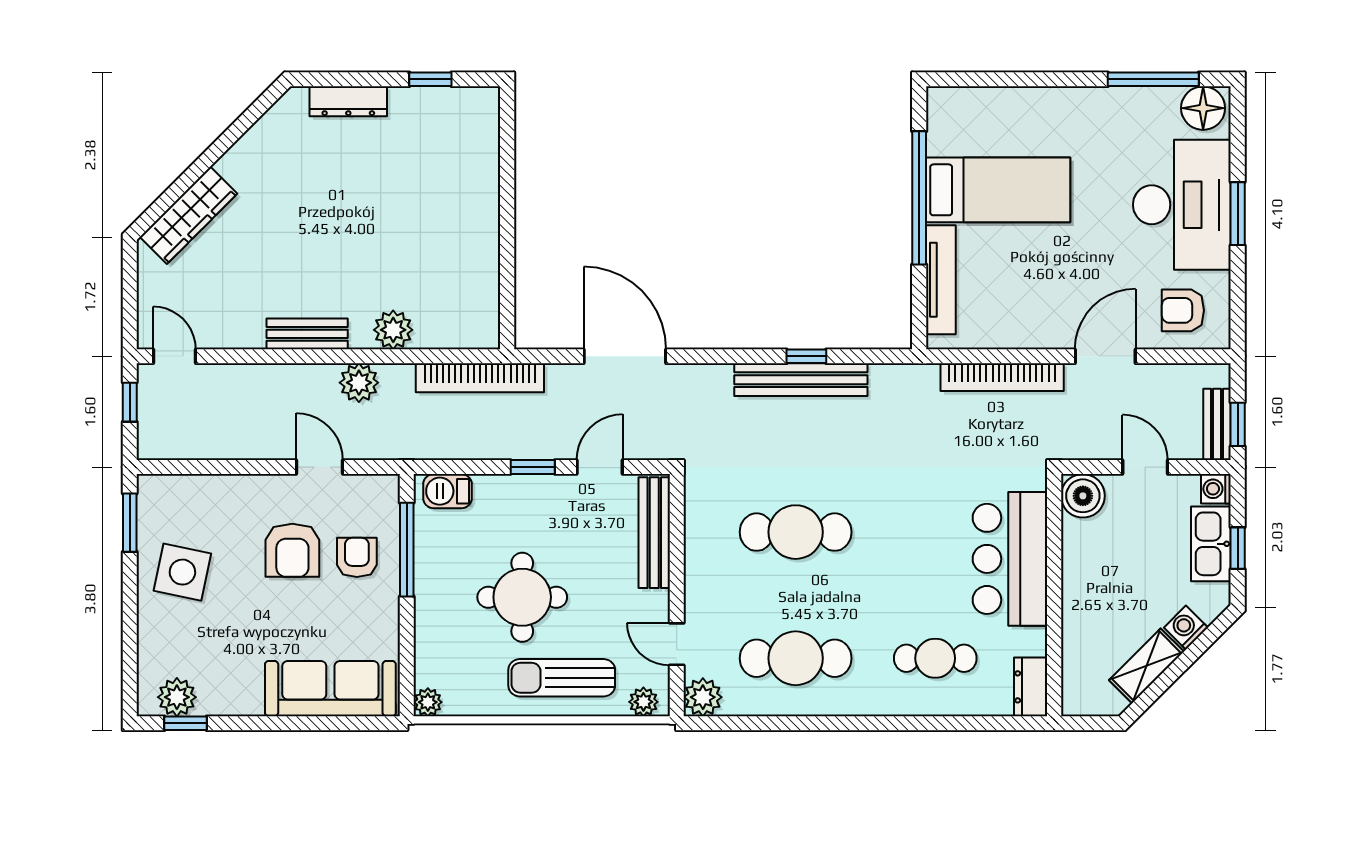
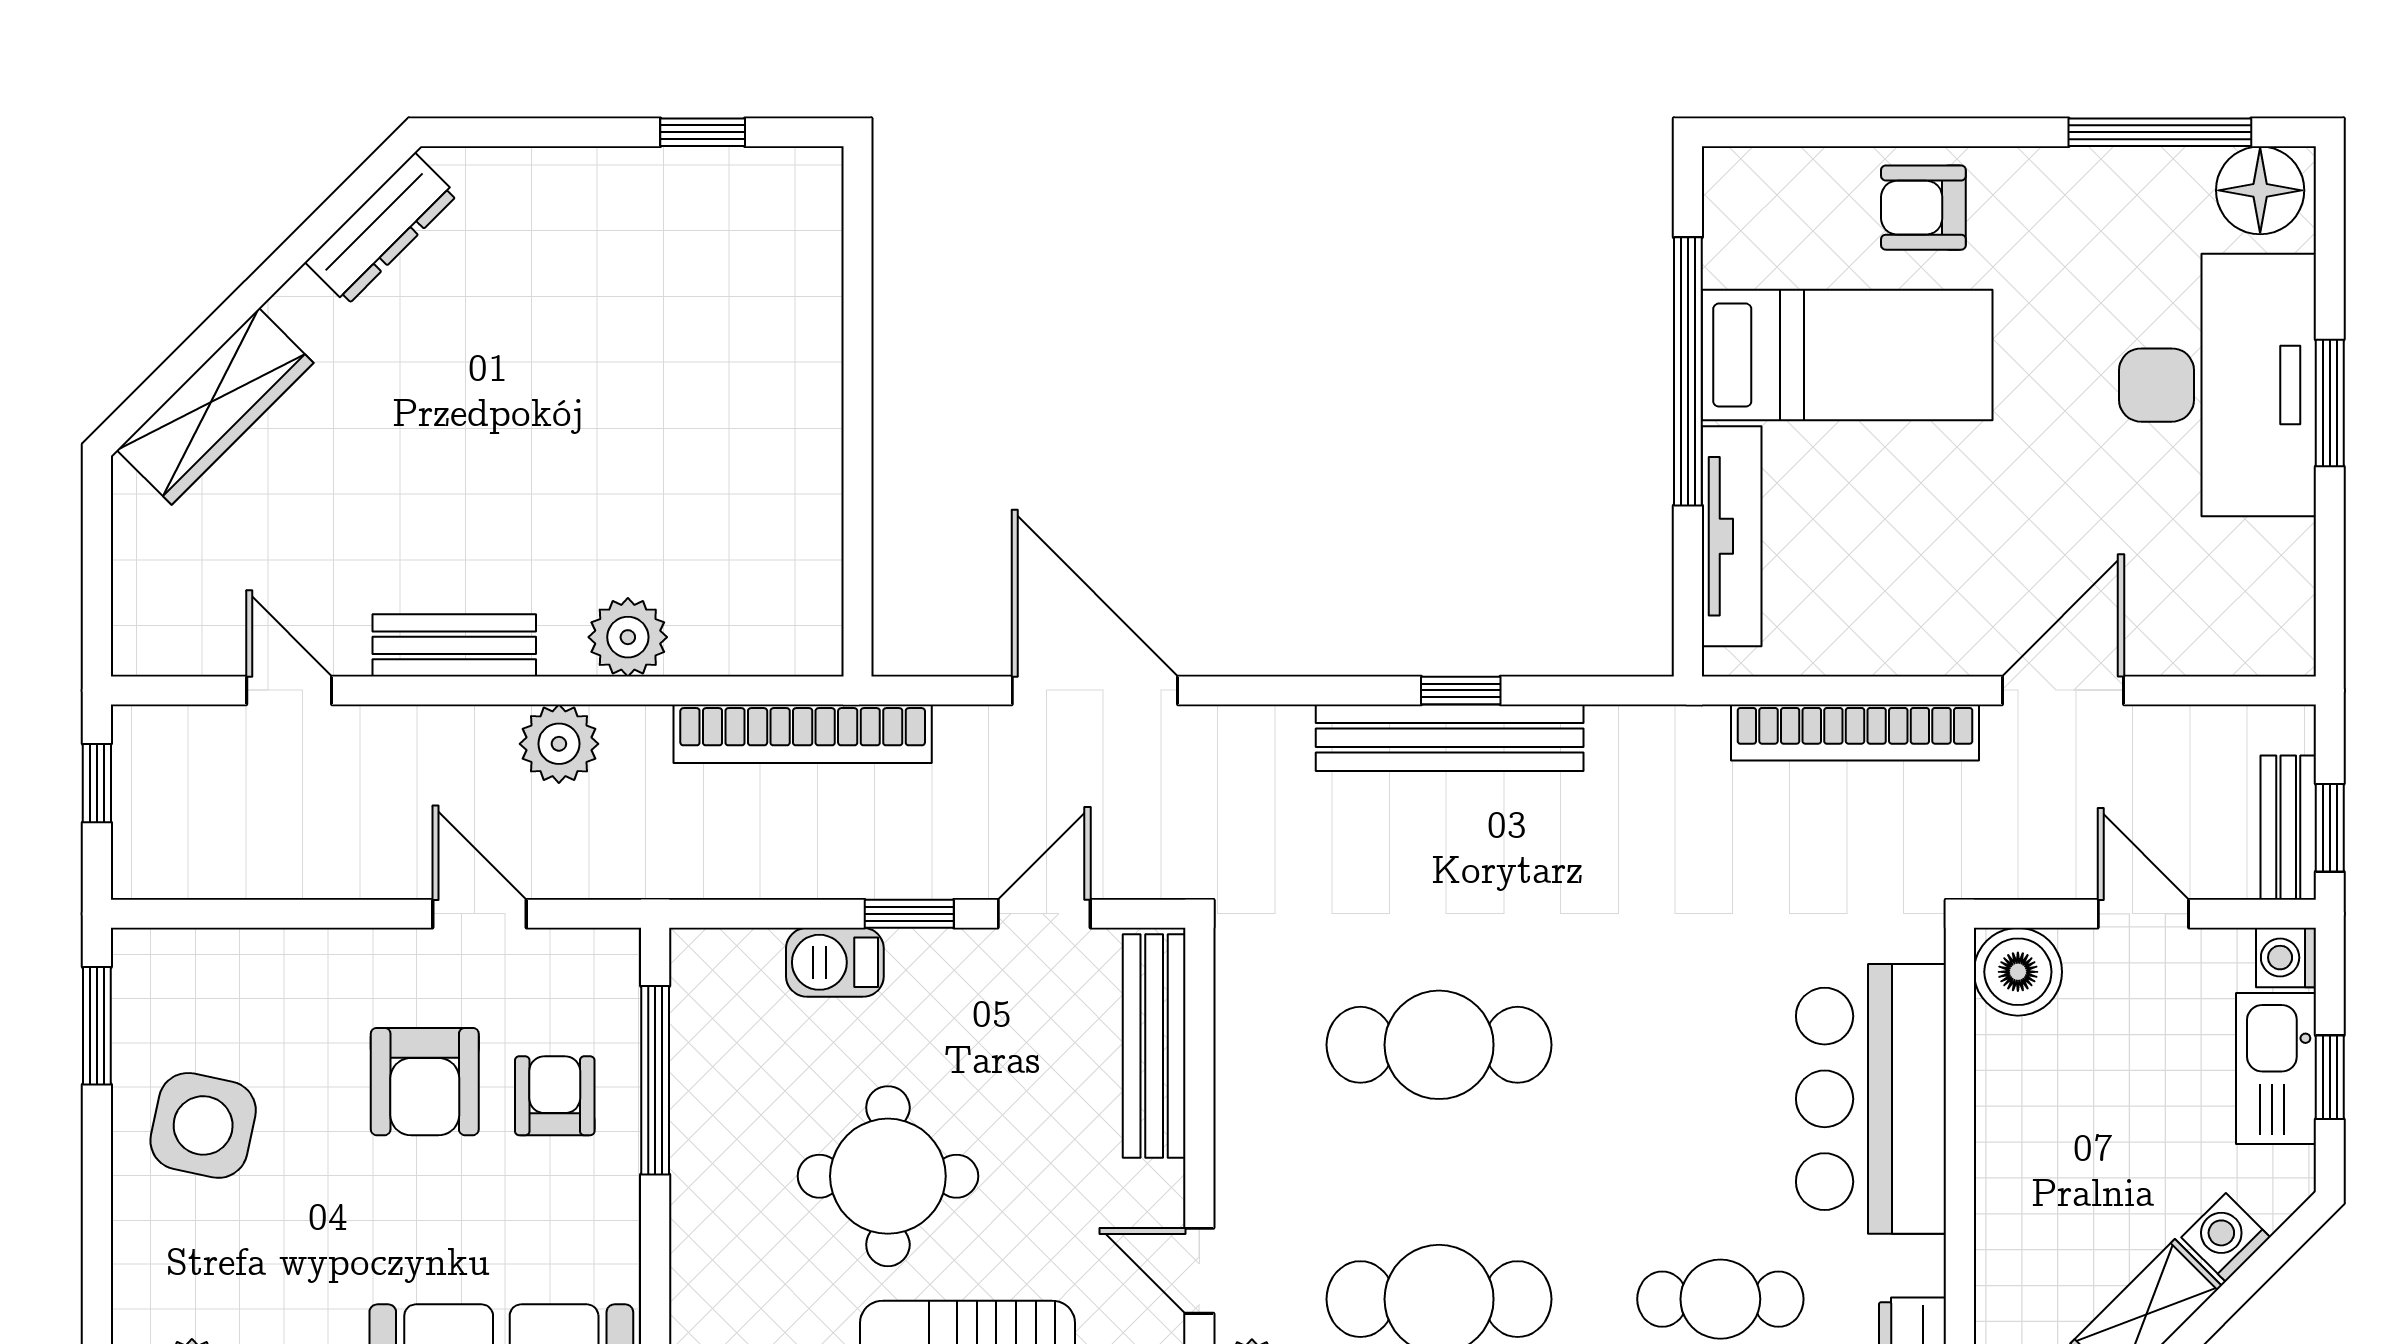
dresser: (348, 101) -> (381, 229), moved, turned -45
armchair: (1183, 310) -> (1923, 208), moved
door: (174, 356) -> (289, 690), moved
barbecue: (448, 491) -> (835, 962), moved

